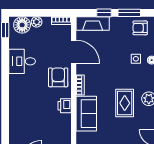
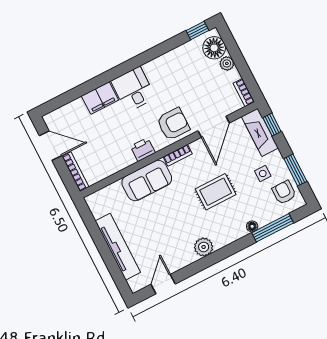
window: (104, 13) -> (272, 125), moved
side table: (136, 59) -> (263, 173), moved
desk: (22, 61) -> (133, 89), moved
rug: (125, 103) -> (216, 192), moved
filing cabinet: (17, 117) -> (100, 98), added

